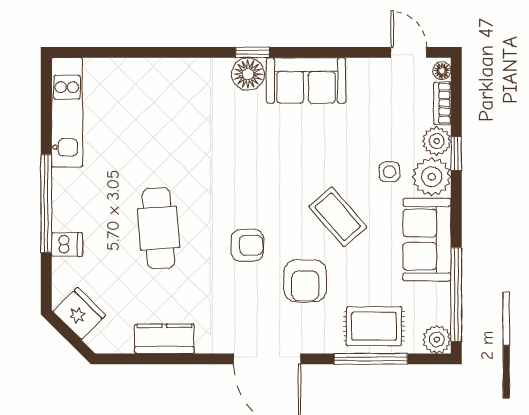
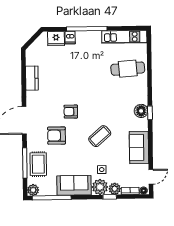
sofa: (306, 81) -> (139, 148), moved
coffee table: (338, 217) -> (100, 136), moved
cafe table: (159, 228) -> (128, 69), moved
armchair: (247, 245) -> (71, 112), turned 90
fridge: (79, 313) -> (56, 39), moved, turned 45

